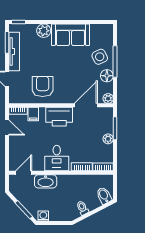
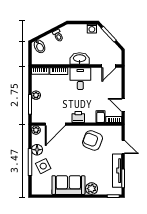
armchair: (43, 86) -> (92, 140), turned 112
printer: (59, 117) -> (78, 117), width x0.53, depth x0.68
washbasin: (46, 181) -> (80, 59), moved

